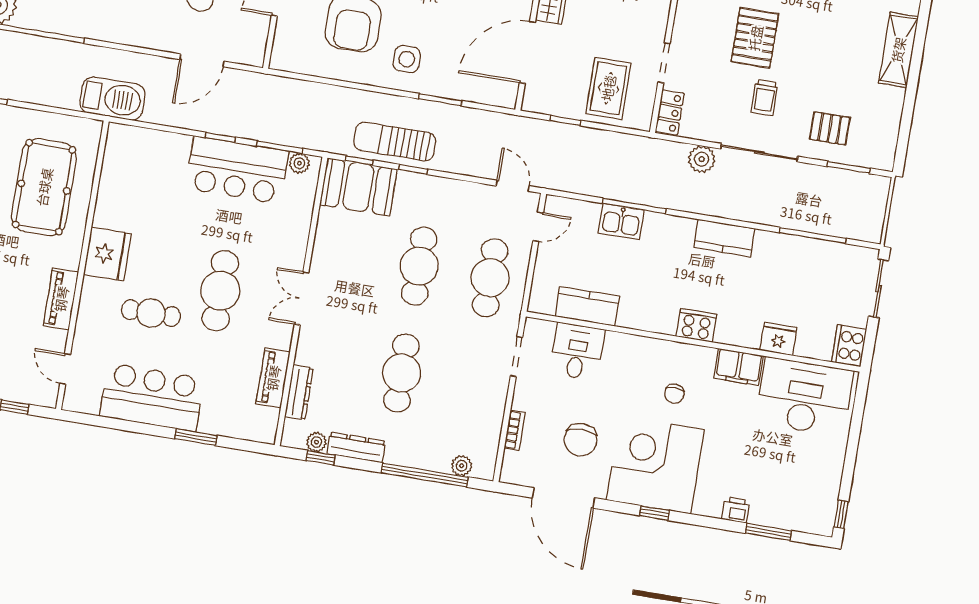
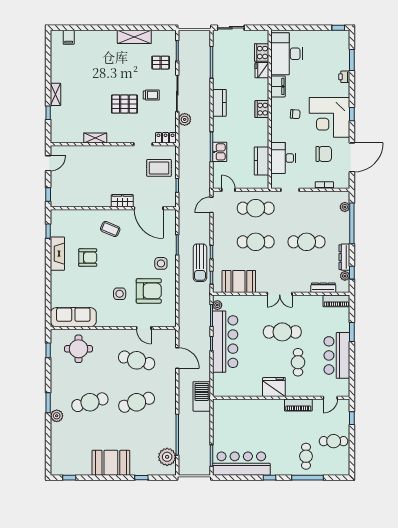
shelving: (898, 50) -> (134, 37), moved
pallet: (830, 128) -> (161, 63), turned 90
bar counter: (237, 170) -> (225, 342), width x1.36
pool table: (44, 187) -> (248, 421), removed
booth: (358, 187) -> (239, 281), moved, turned 90
cooker: (849, 346) -> (262, 53), moved, turned 90
desk: (577, 352) -> (283, 158), width x1.37
piano: (273, 378) -> (336, 301), moved

